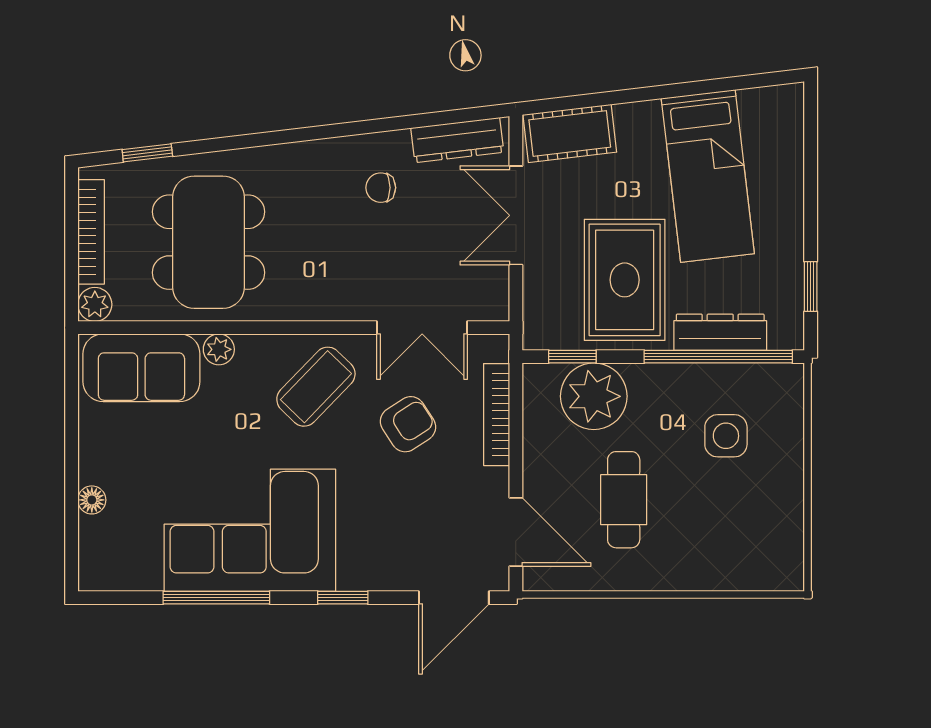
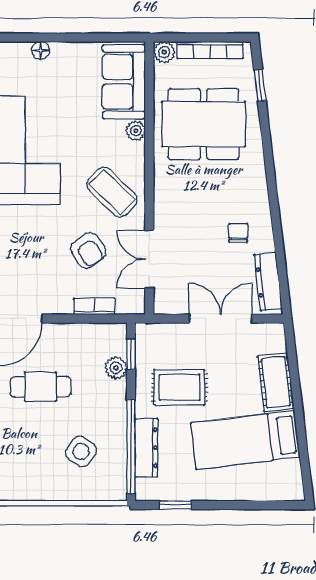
cot: (570, 133) -> (276, 382), moved
rug: (625, 280) -> (180, 387), width x0.73, depth x0.70
plant: (594, 396) -> (116, 368), width x0.53, depth x0.53
bookcase: (497, 415) -> (94, 306), width x0.64
side table: (726, 436) -> (81, 451), turned 35

